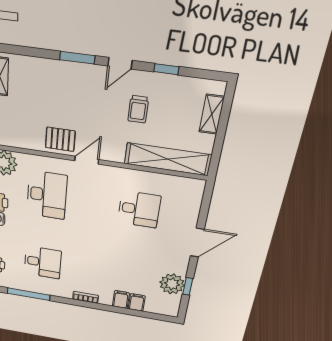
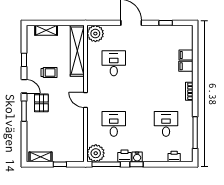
pallet: (60, 139) -> (41, 103), moved
desk: (47, 195) -> (114, 124), width x0.73
plant: (172, 284) -> (95, 34), moved

